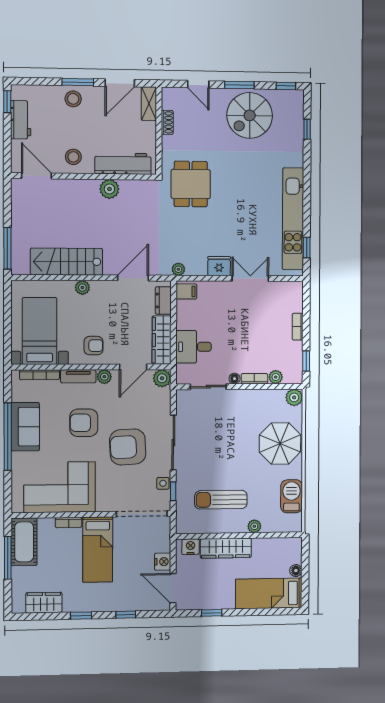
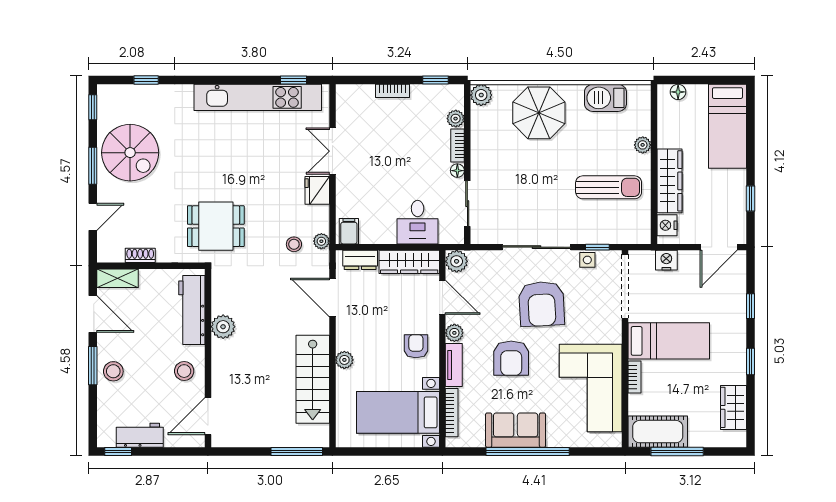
stool: (176, 247) -> (294, 244), added
sun lounger: (221, 500) -> (609, 187), turned -90
nightstand: (163, 562) -> (666, 260), moved
floor lamp: (296, 571) -> (678, 92), moved

